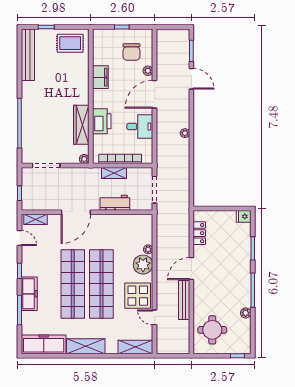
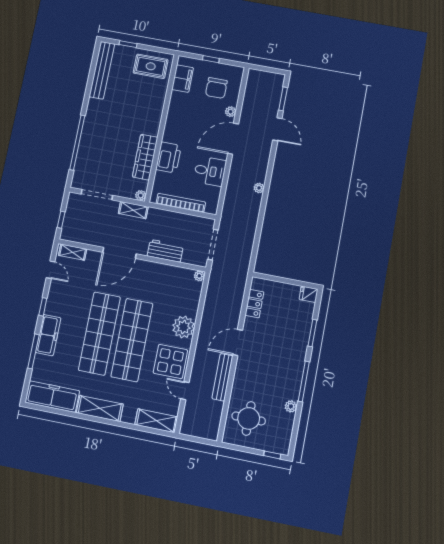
filing cabinet: (100, 77) -> (183, 79), moved
shelving: (114, 173) -> (133, 210), moved
plant: (148, 249) -> (199, 276), moved

